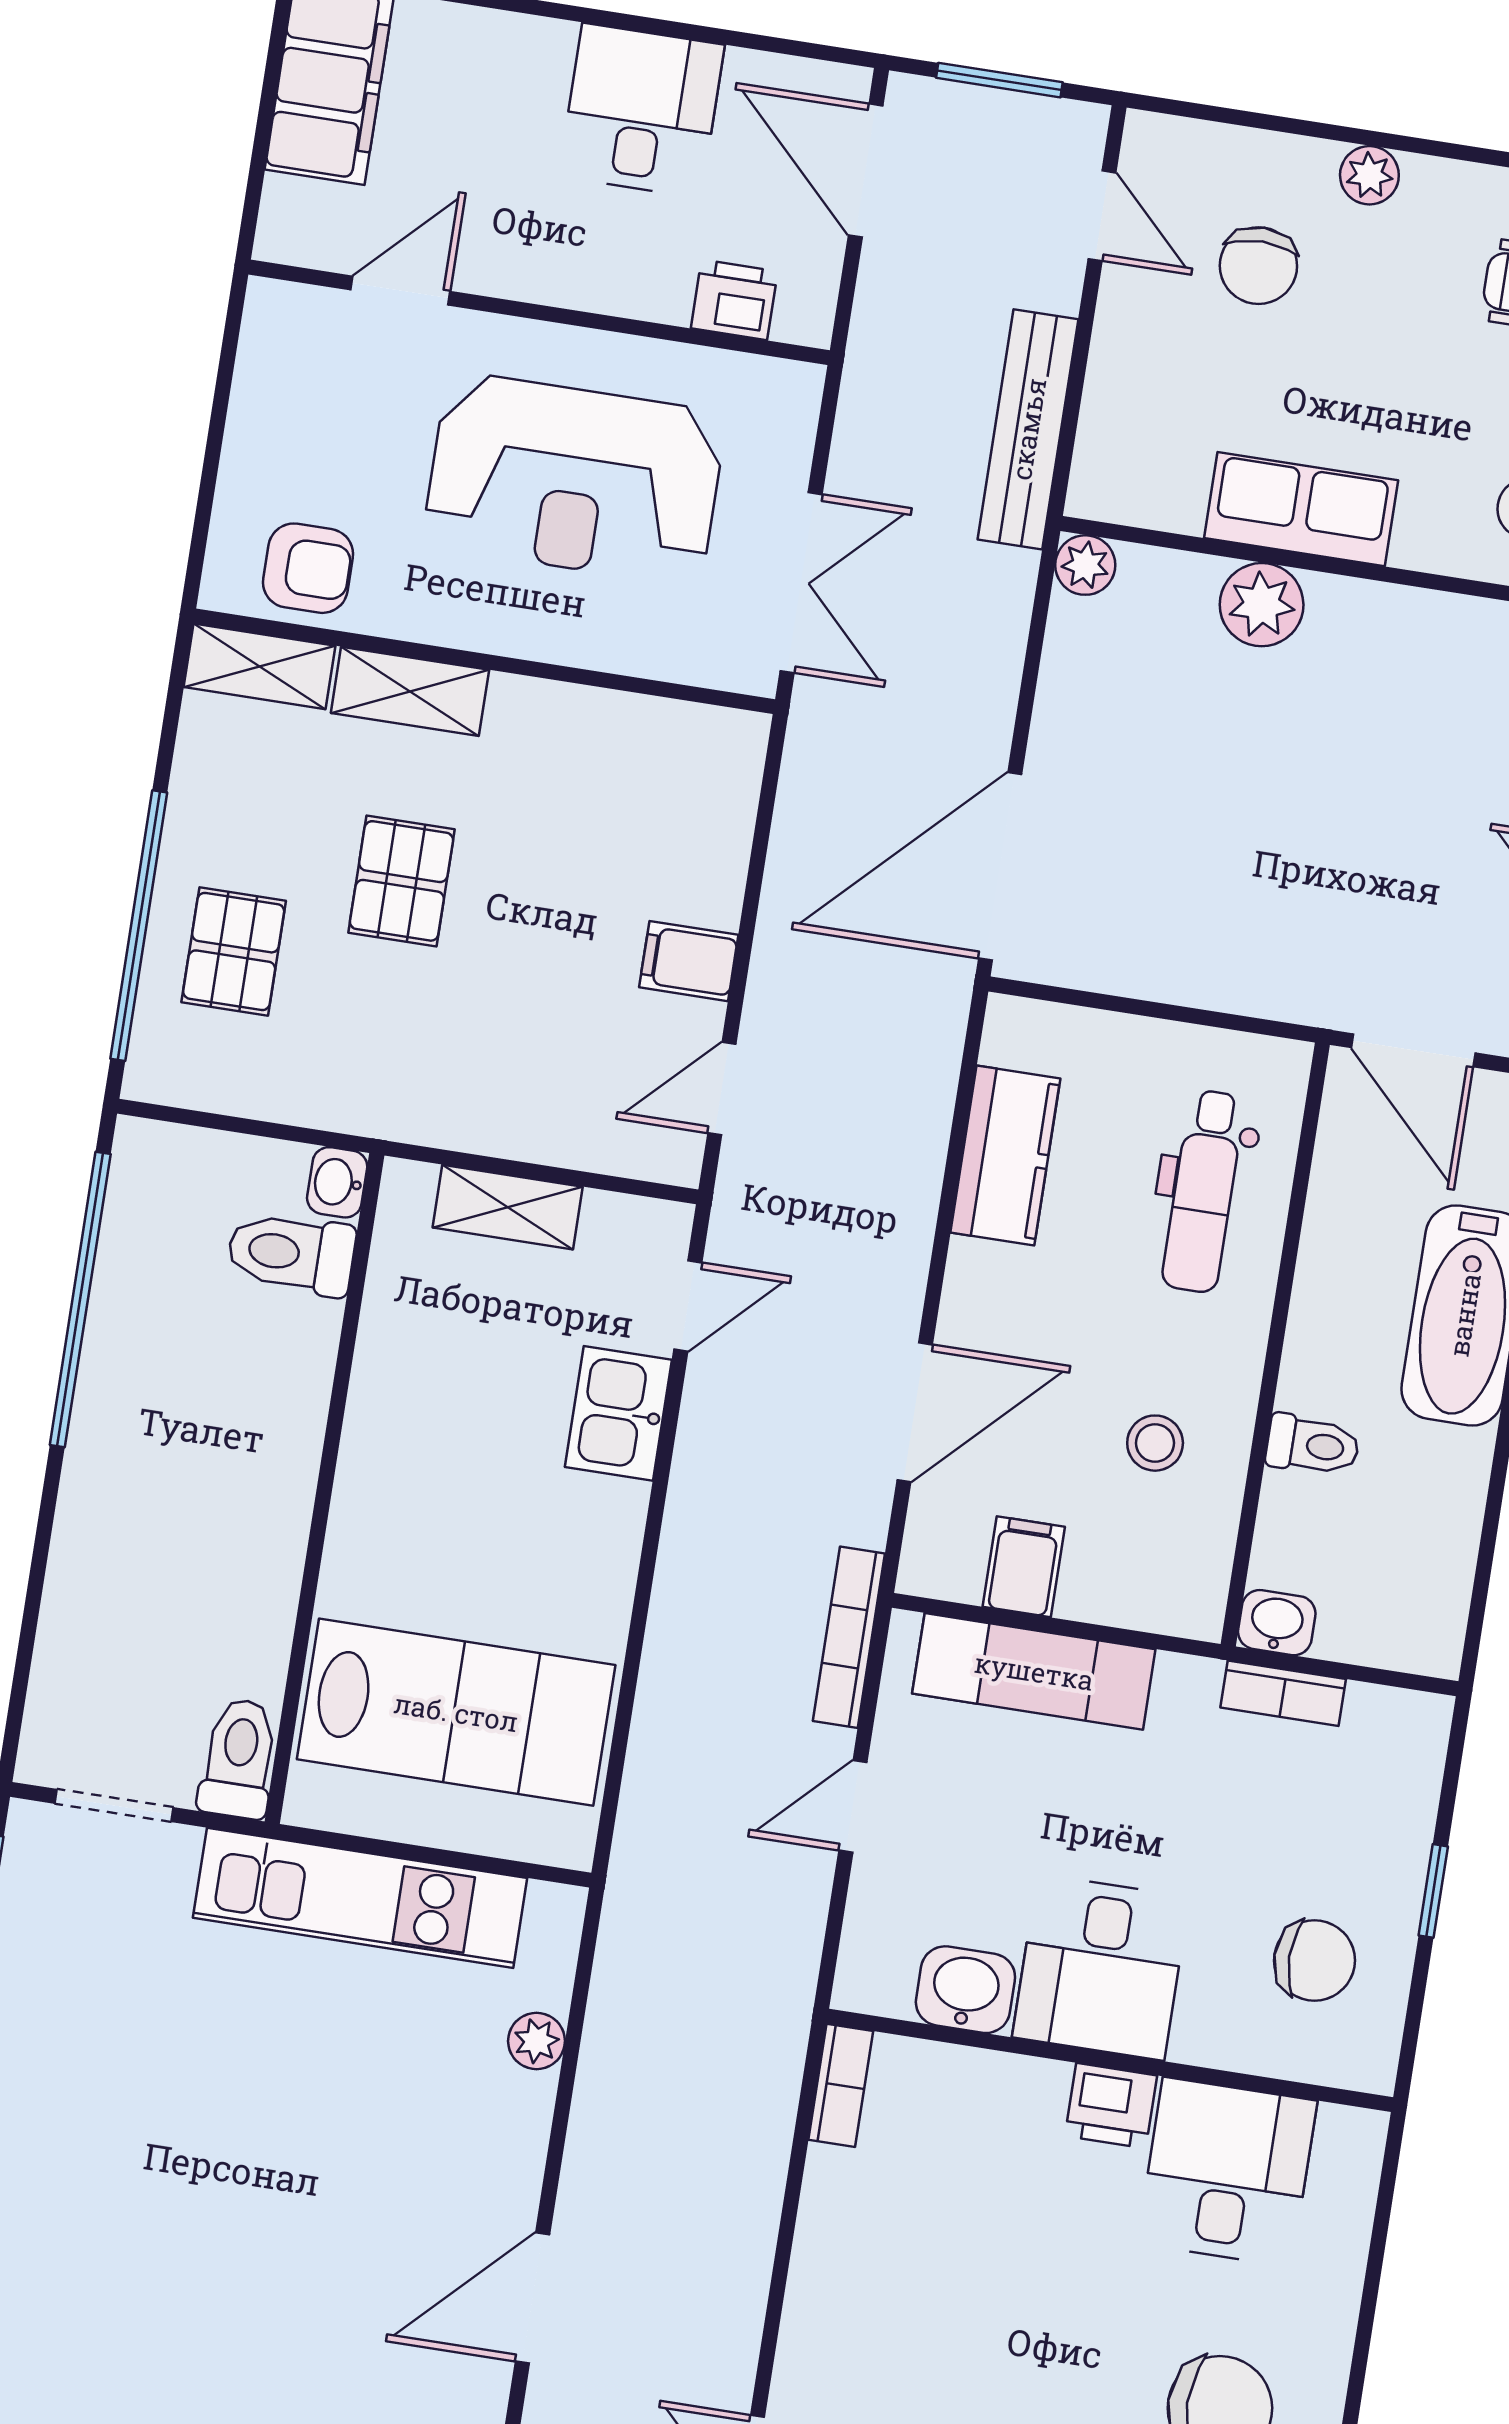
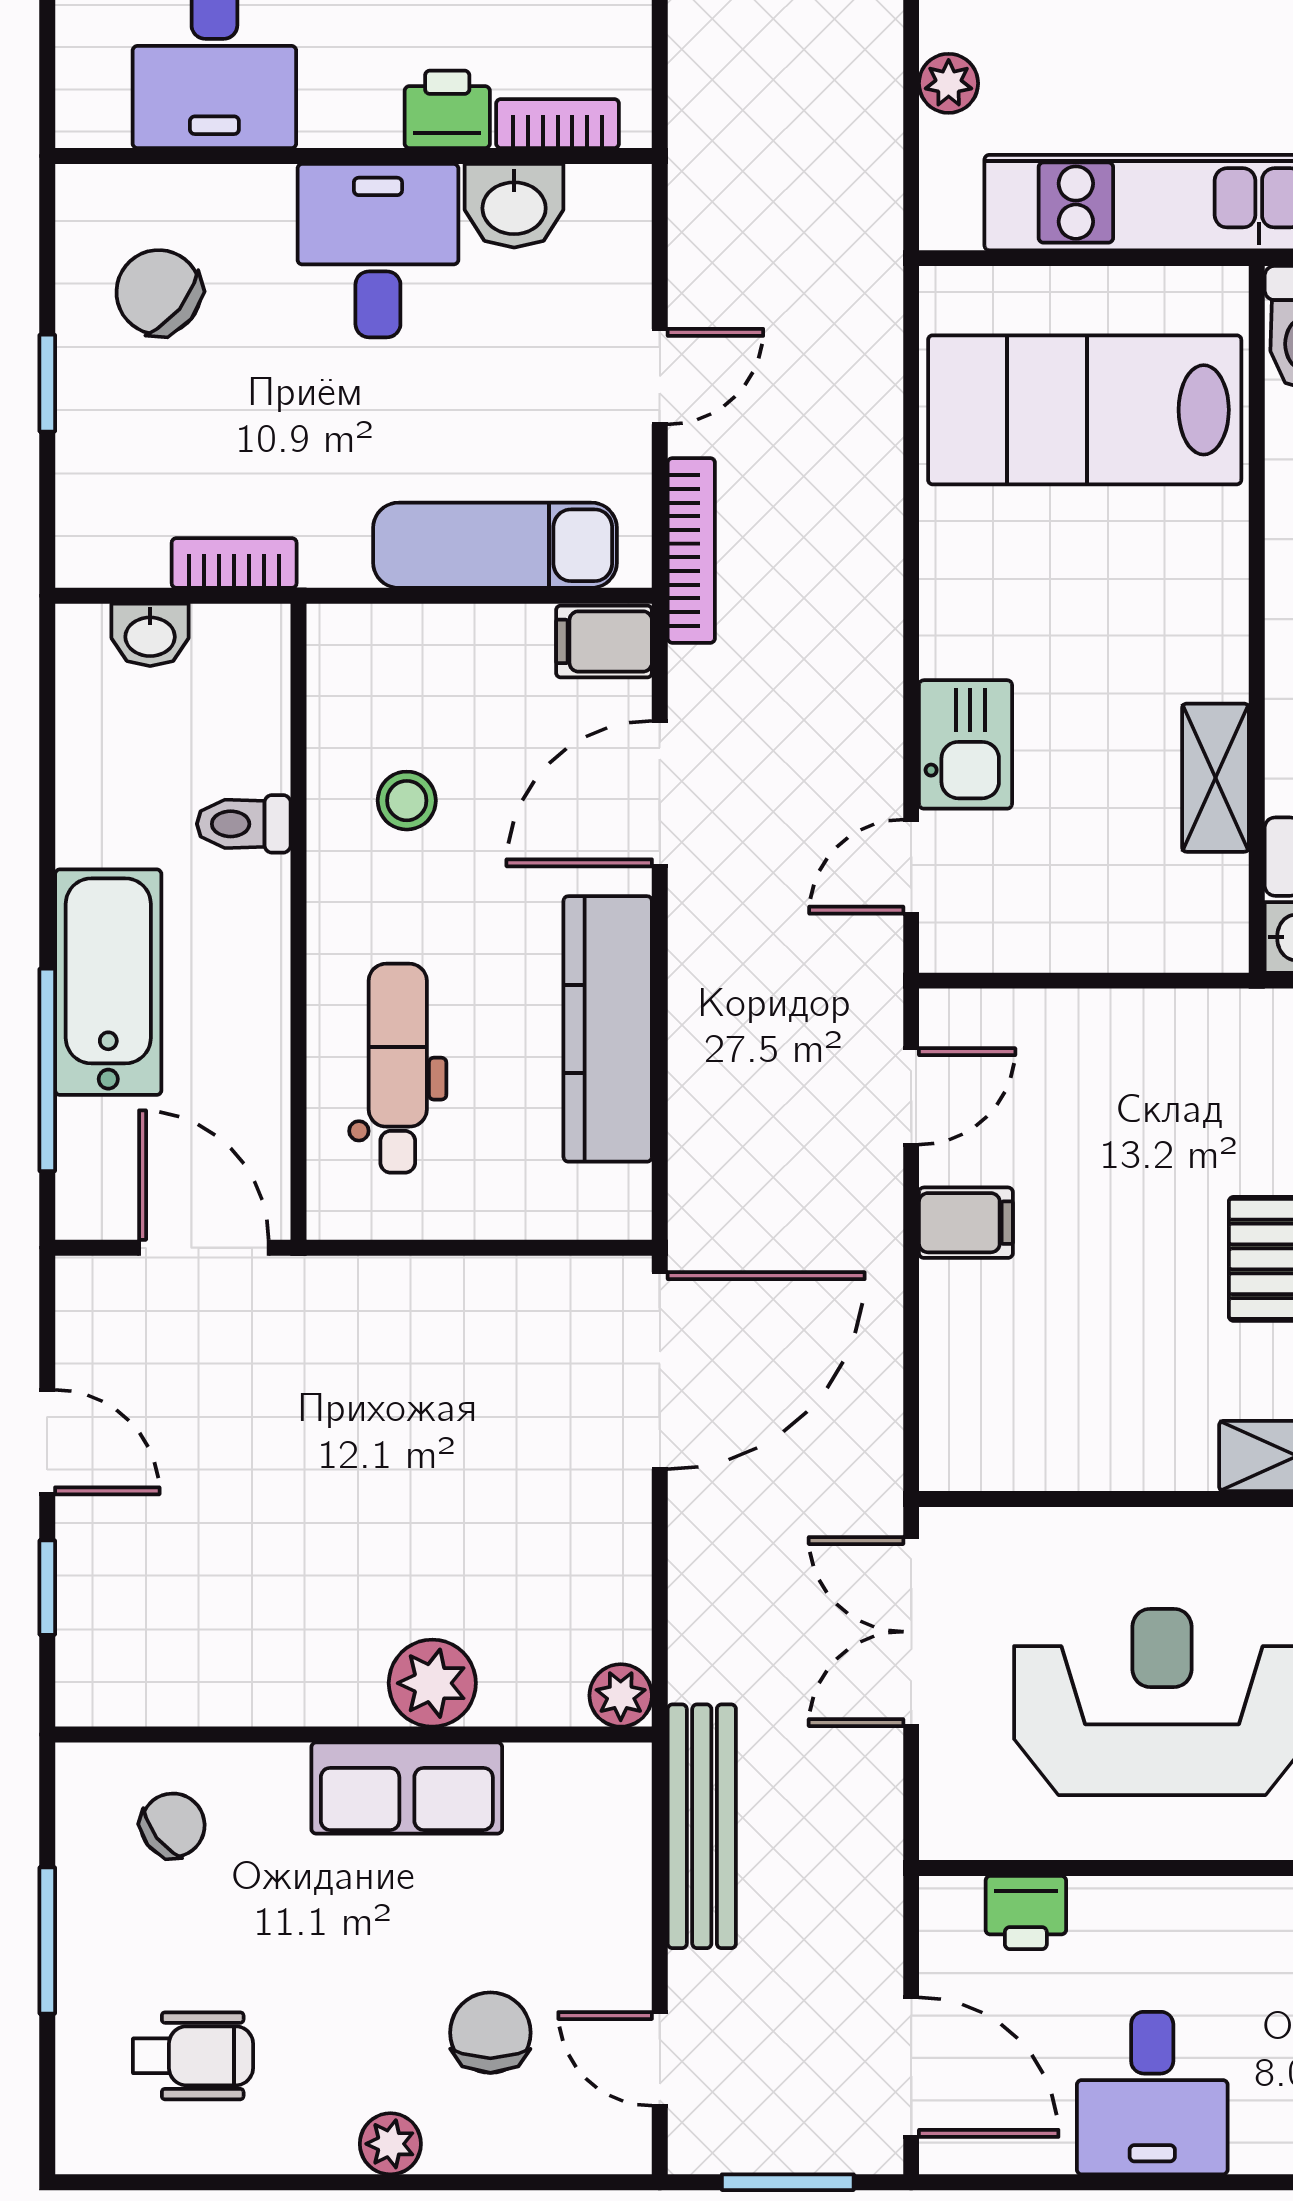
kitchen counter: (1005, 1156) -> (608, 1029), width x1.50
shelving: (508, 1207) -> (1215, 778), moved, turned 90
filing cabinet: (1024, 1567) -> (604, 641), moved, turned 90
washbasin: (1277, 1623) -> (150, 635), moved
chair: (1314, 1960) -> (159, 292), turned 39
bookcase: (841, 2085) -> (558, 124), moved, turned 90
printer: (1111, 2106) -> (447, 109), moved

